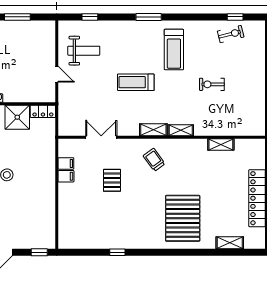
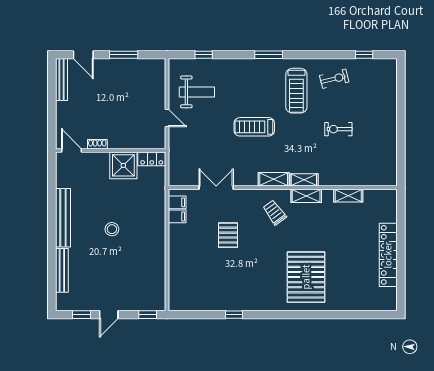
exercise bike: (231, 34) -> (334, 79), moved
filing cabinet: (66, 176) -> (177, 202), moved
shelving: (230, 243) -> (306, 196), moved

